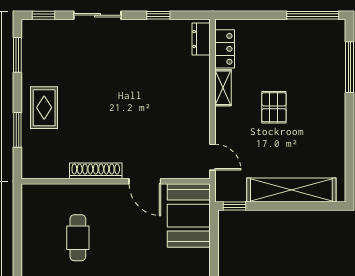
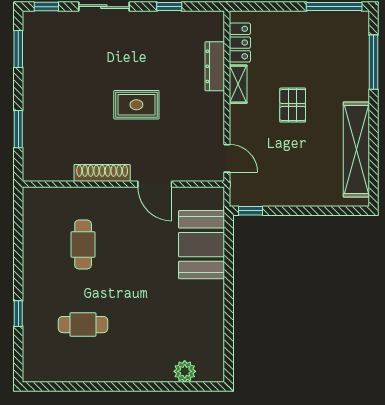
dresser: (201, 39) -> (215, 66), moved, width x1.44
rug: (44, 108) -> (136, 105), moved, turned 90
shelving: (291, 190) -> (356, 150), moved, turned 90
booth: (189, 216) -> (202, 245), moved

